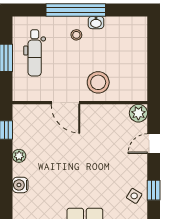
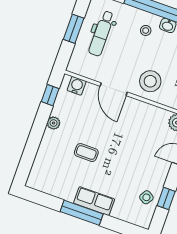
coffee table: (61, 173) -> (86, 153), added
water cooler: (20, 185) -> (77, 86), moved, turned 90

